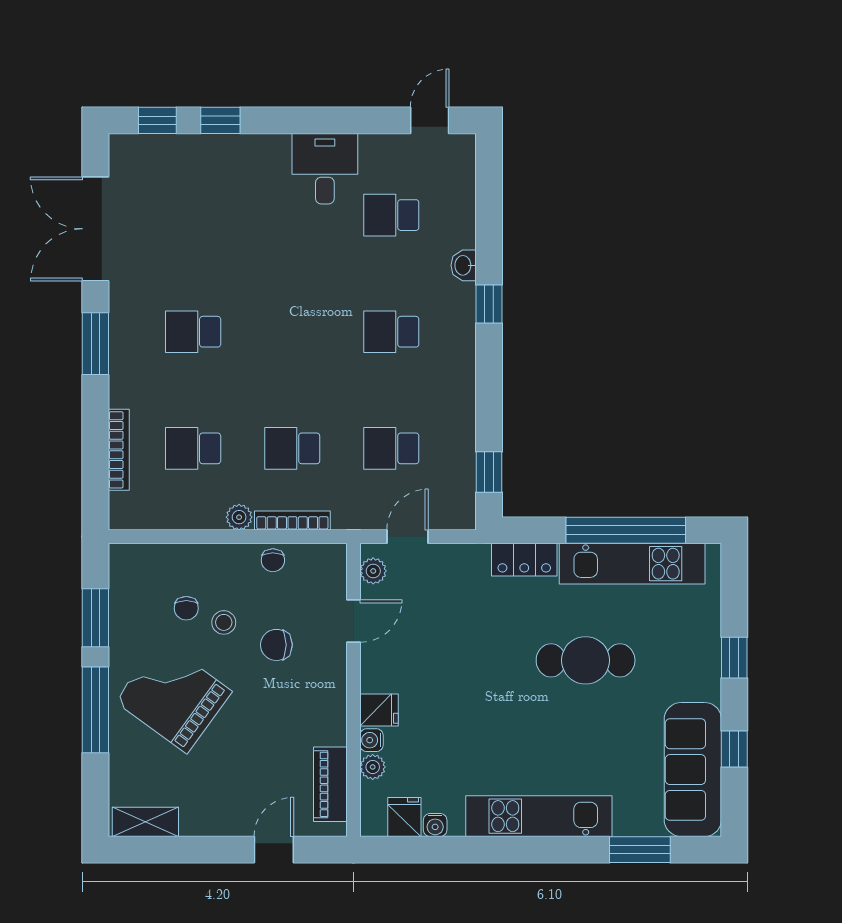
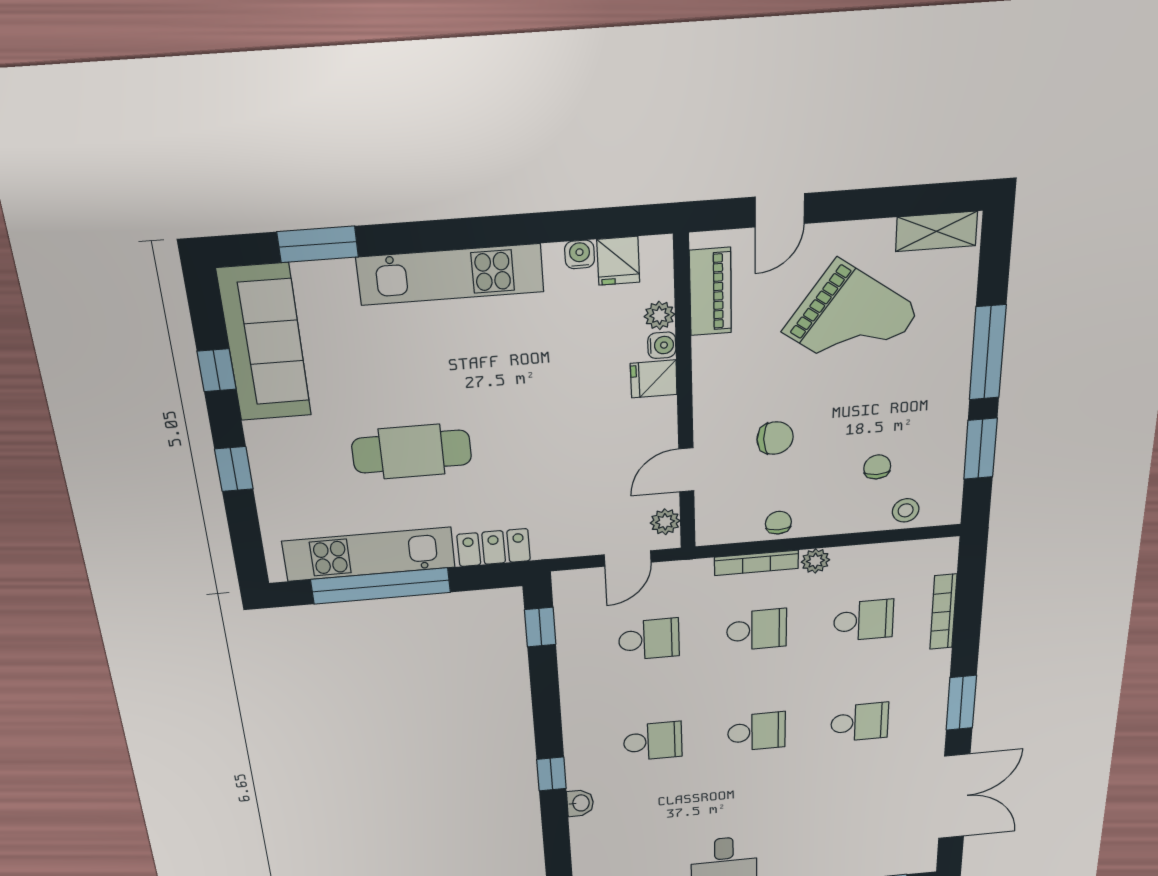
school desk: (391, 215) -> (757, 732), moved
stool: (224, 622) -> (906, 510), moved
grand piano: (173, 696) -> (851, 321), moved

